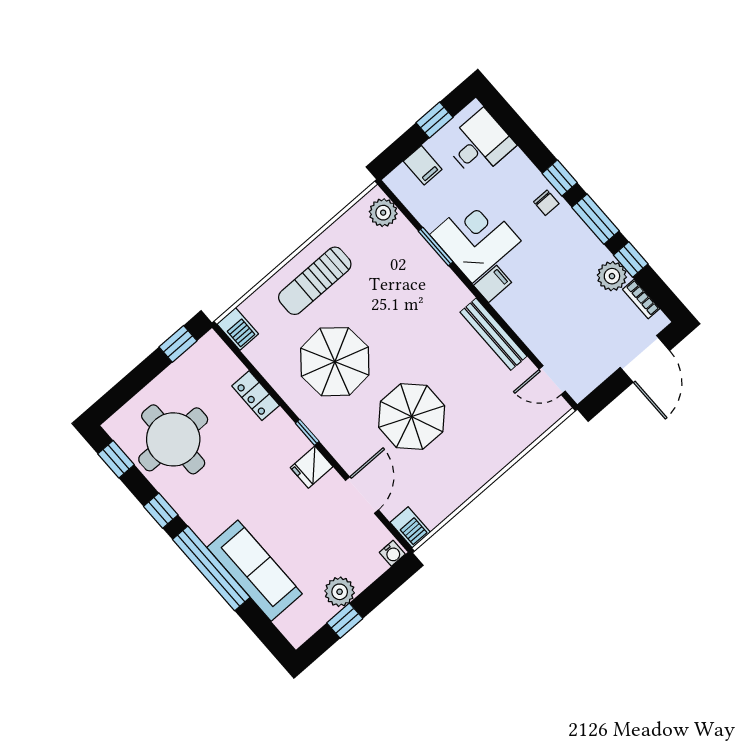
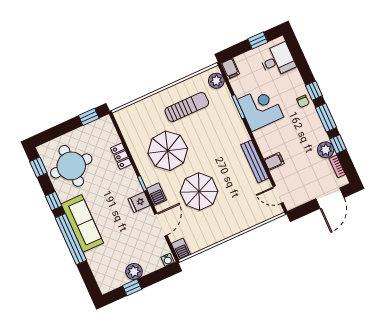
filing cabinet: (423, 165) -> (230, 69), moved
sun lounger: (315, 281) -> (187, 107), moved, turned 180
filing cabinet: (493, 284) -> (274, 161), moved
barbecue: (238, 329) -> (156, 194), moved
sofa: (255, 571) -> (82, 223), moved

